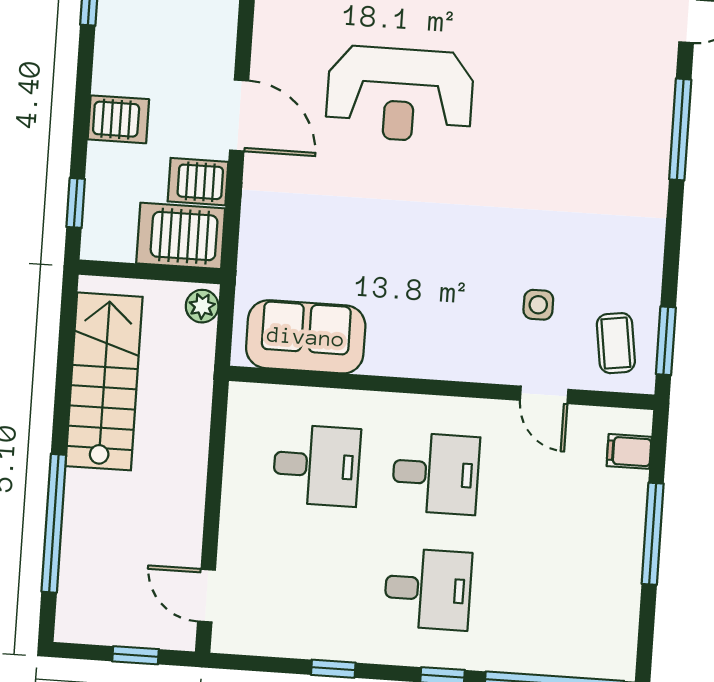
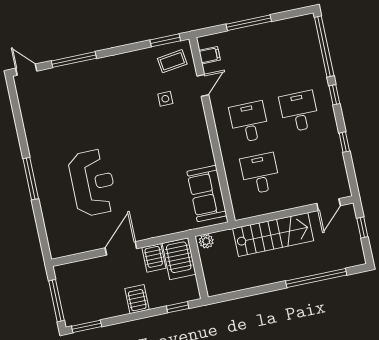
stairs: (104, 381) -> (273, 235), moved, turned 180
filing cabinet: (629, 451) -> (210, 55), moved, turned -90

